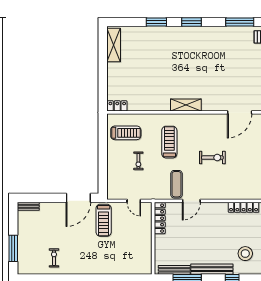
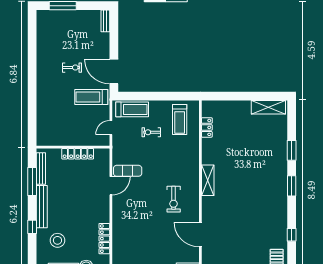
window: (240, 22) -> (292, 235), width x0.46
locker: (117, 106) -> (207, 127), moved
treadmill: (169, 142) -> (132, 109), moved
exercise bike: (212, 158) -> (174, 199), moved
door: (191, 201) -> (111, 186), swing flipped
locker: (160, 218) -> (78, 154), moved
exercise bike: (54, 258) -> (72, 68), moved

